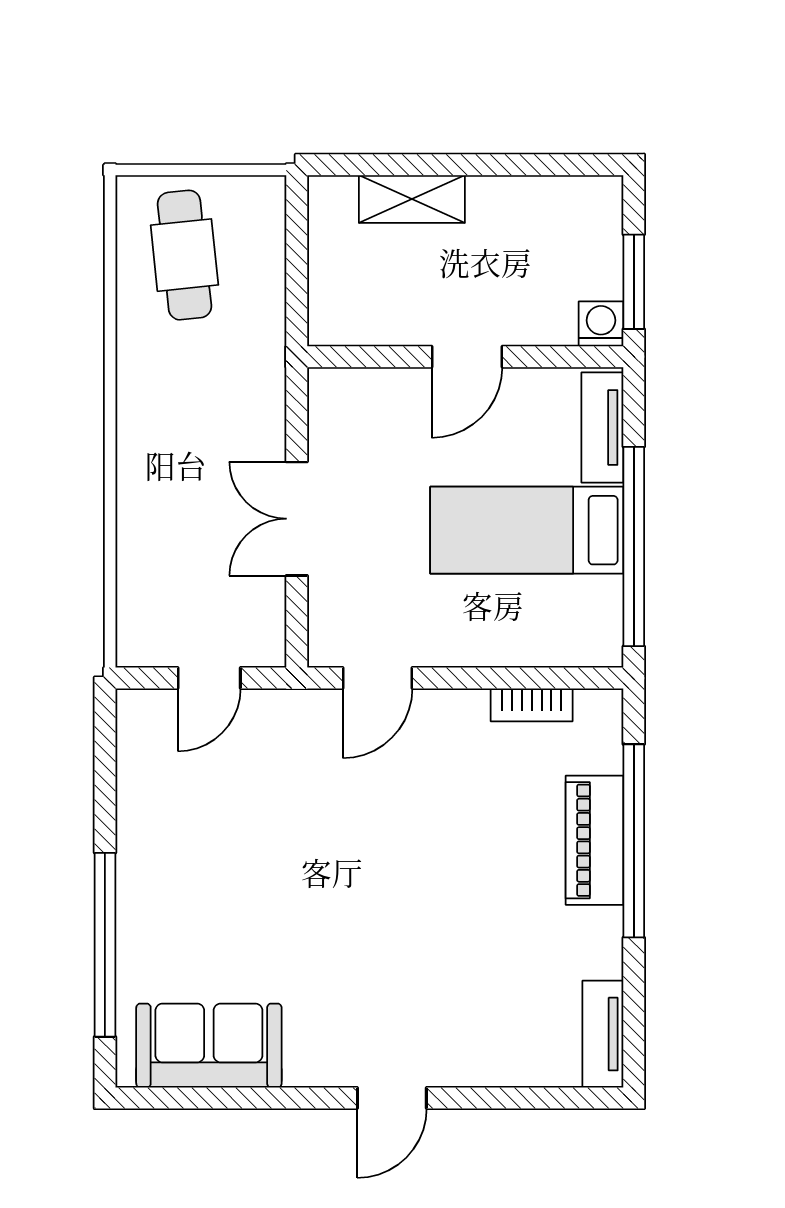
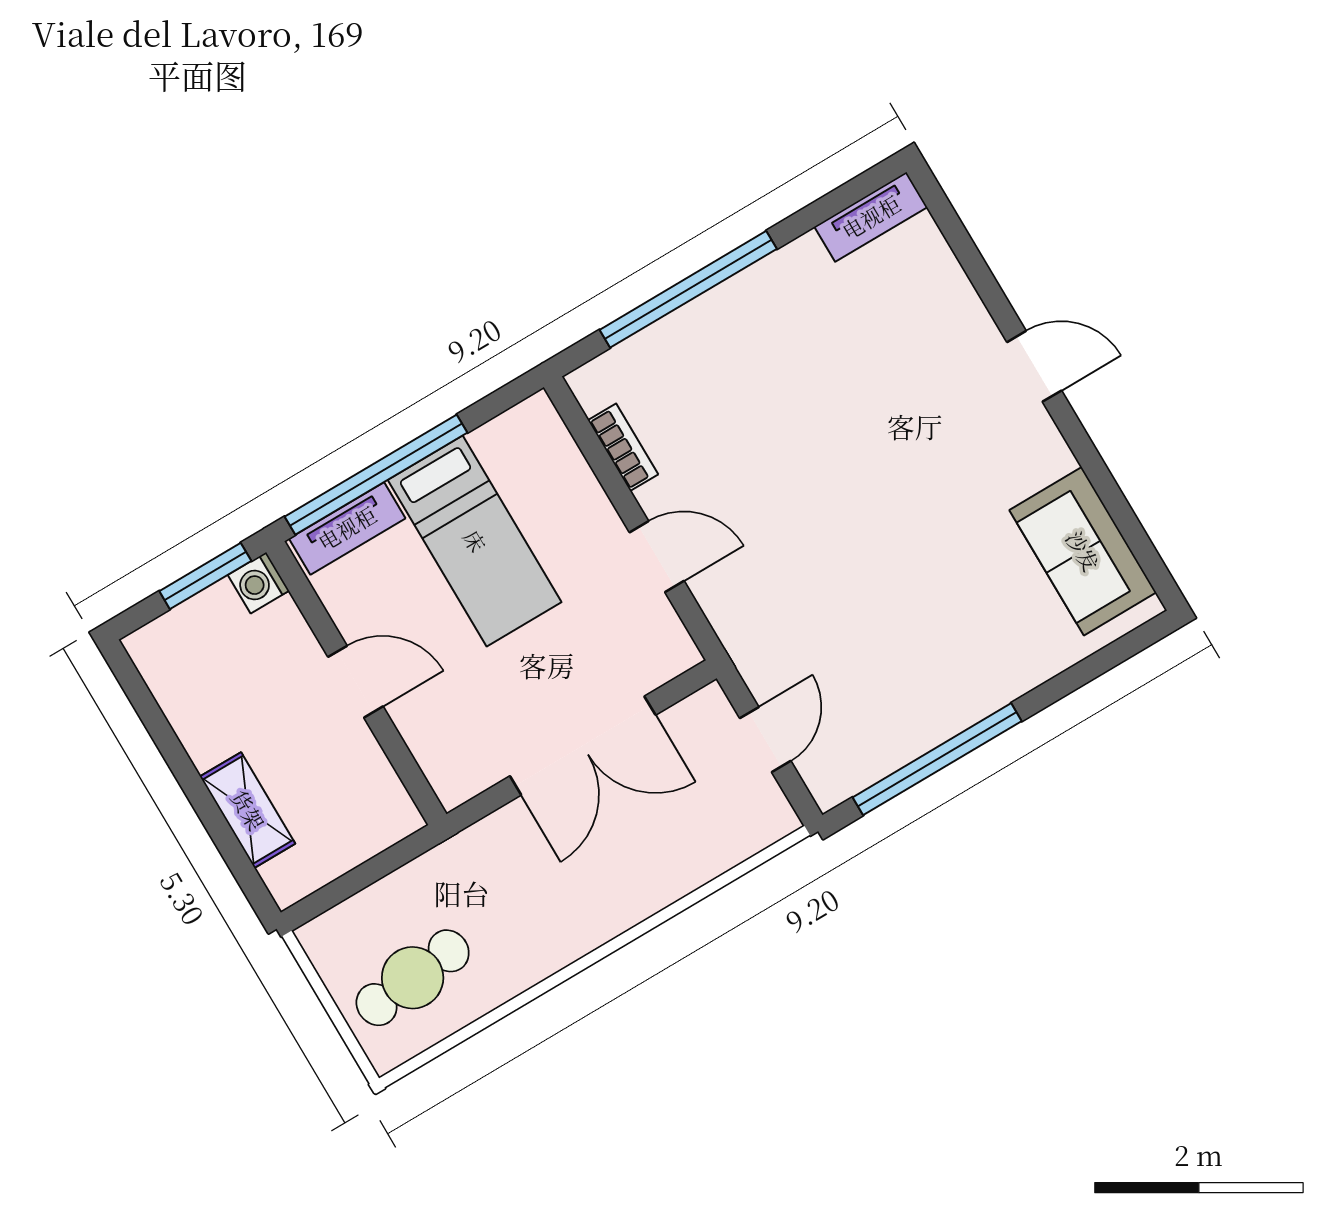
double door: (297, 519) -> (583, 746), width x1.37
window: (634, 546) -> (376, 475), moved
door: (209, 678) -> (765, 740), hinge flipped
door: (377, 678) -> (657, 557), moved
piano: (594, 840) -> (708, 324), removed
window: (105, 945) -> (937, 759), moved

